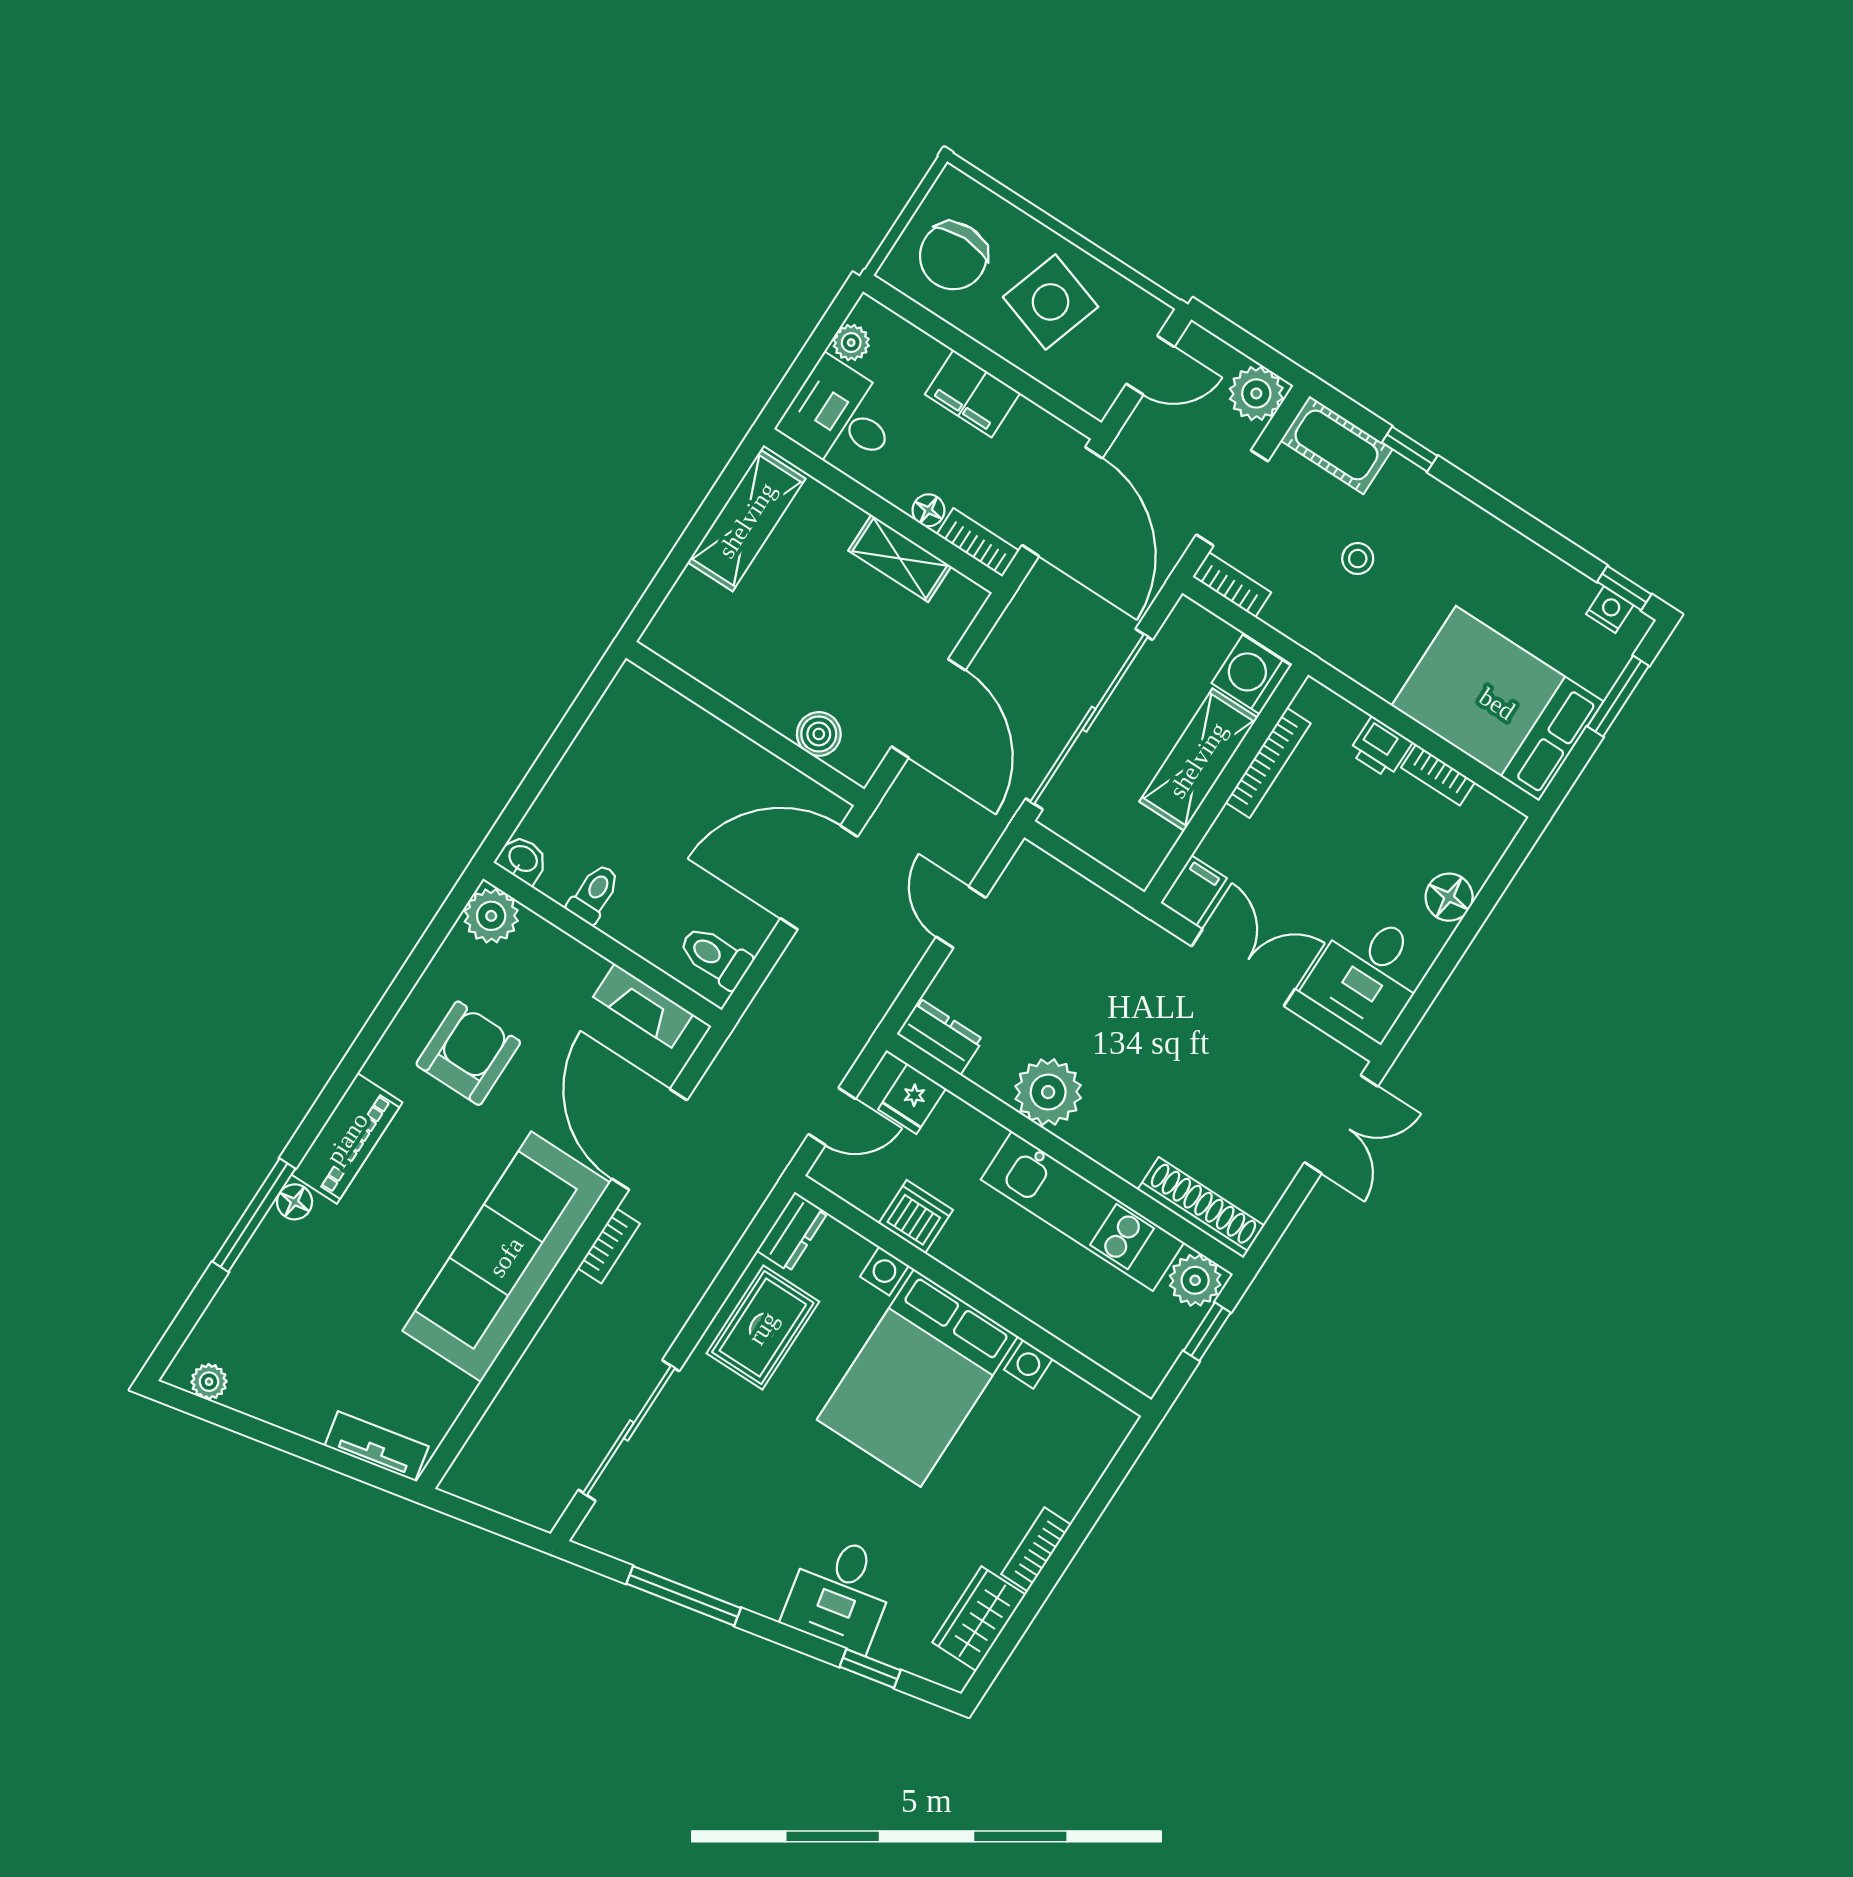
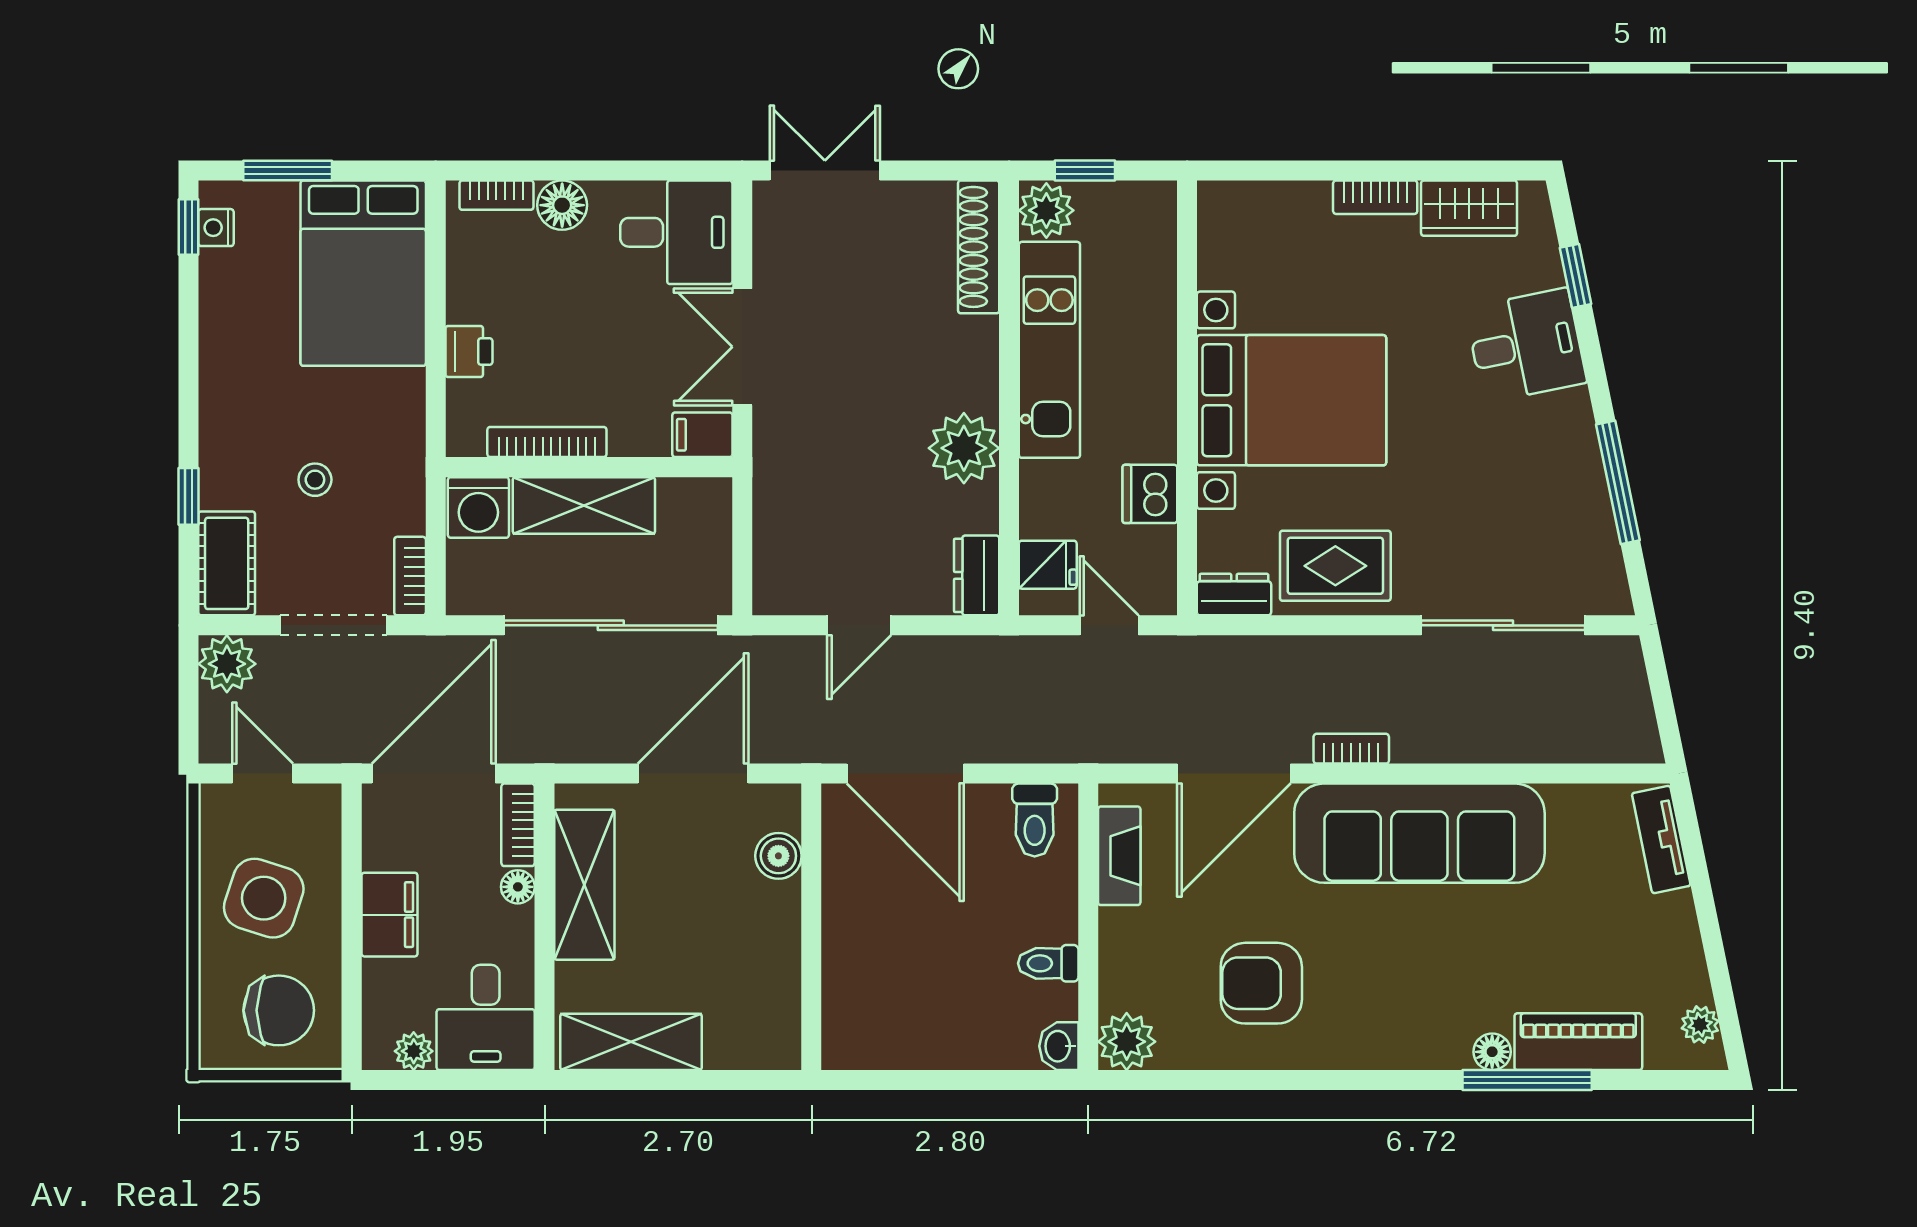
shelving: (900, 558) -> (584, 885), width x1.50, depth x1.33
bookcase: (1438, 775) -> (496, 195), moved, turned 90
piano: (347, 1138) -> (1578, 1042), moved

